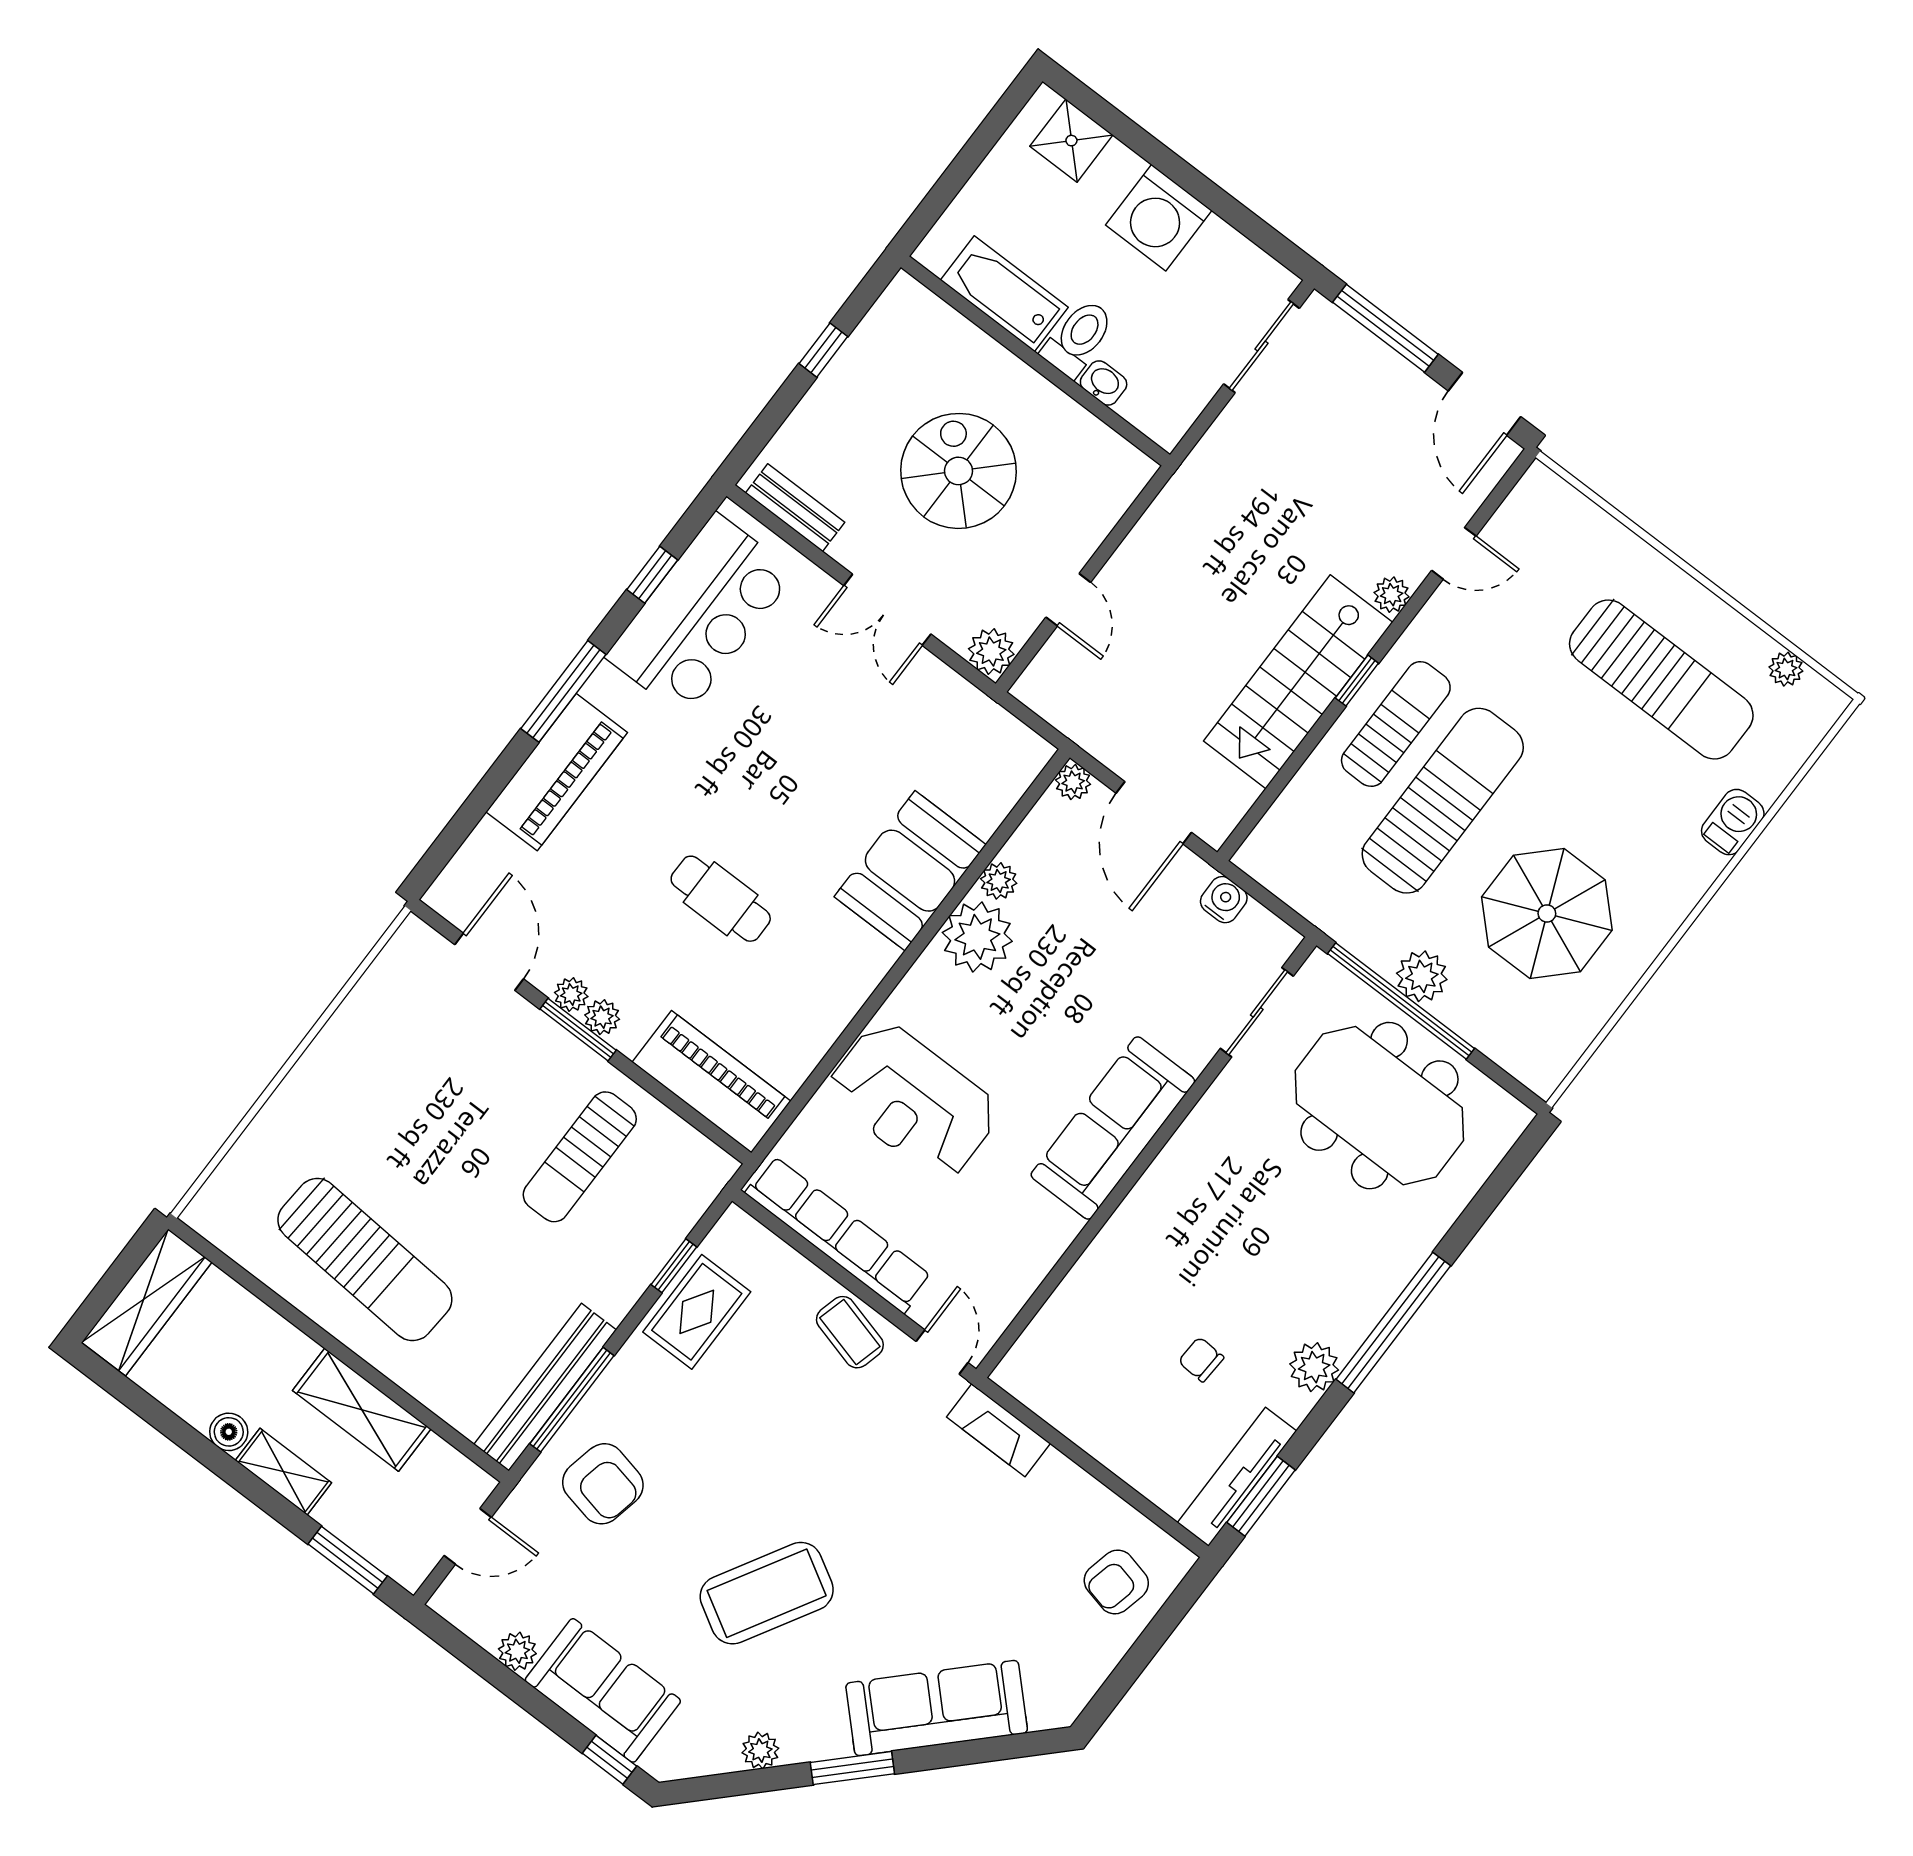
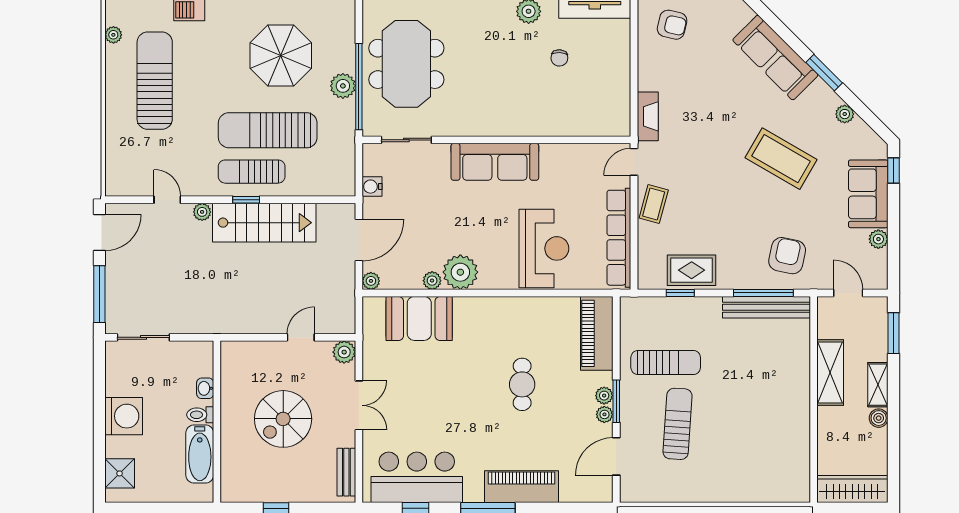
toilet: (1078, 338) -> (200, 415), width x0.73, depth x0.72
booth: (910, 871) -> (419, 318), moved
sun lounger: (365, 1260) -> (678, 424), moved, width x0.73, depth x0.75

